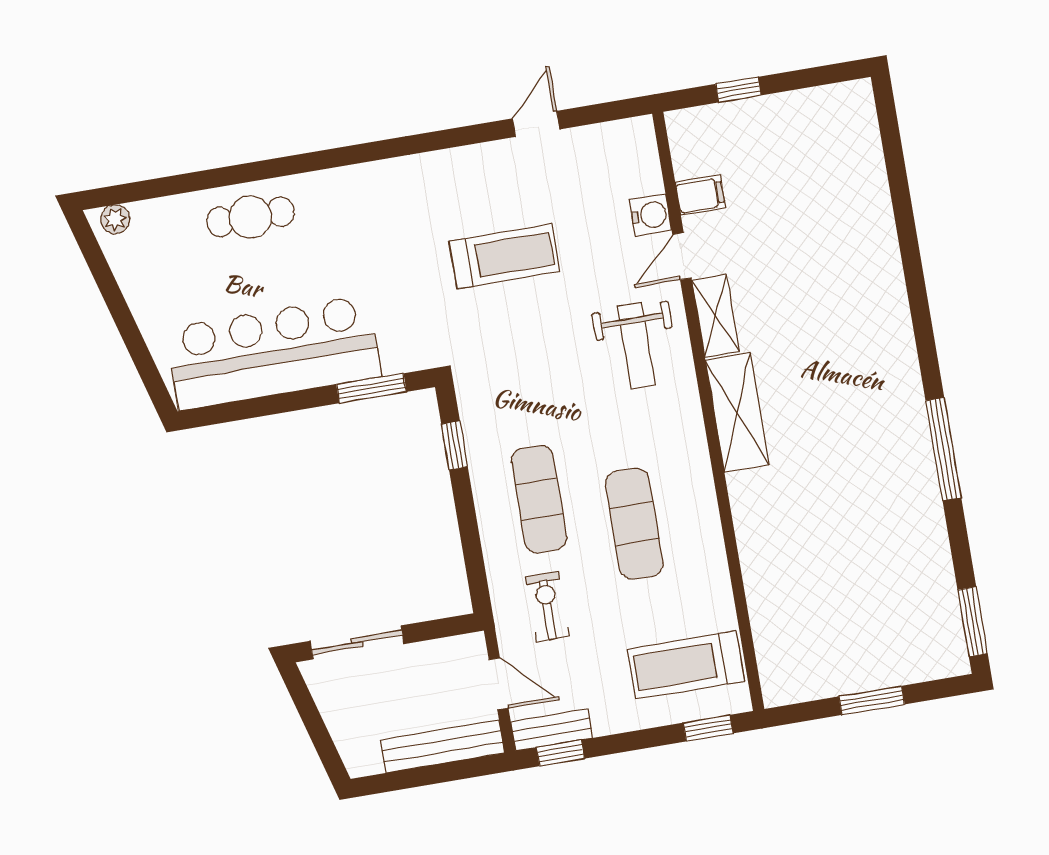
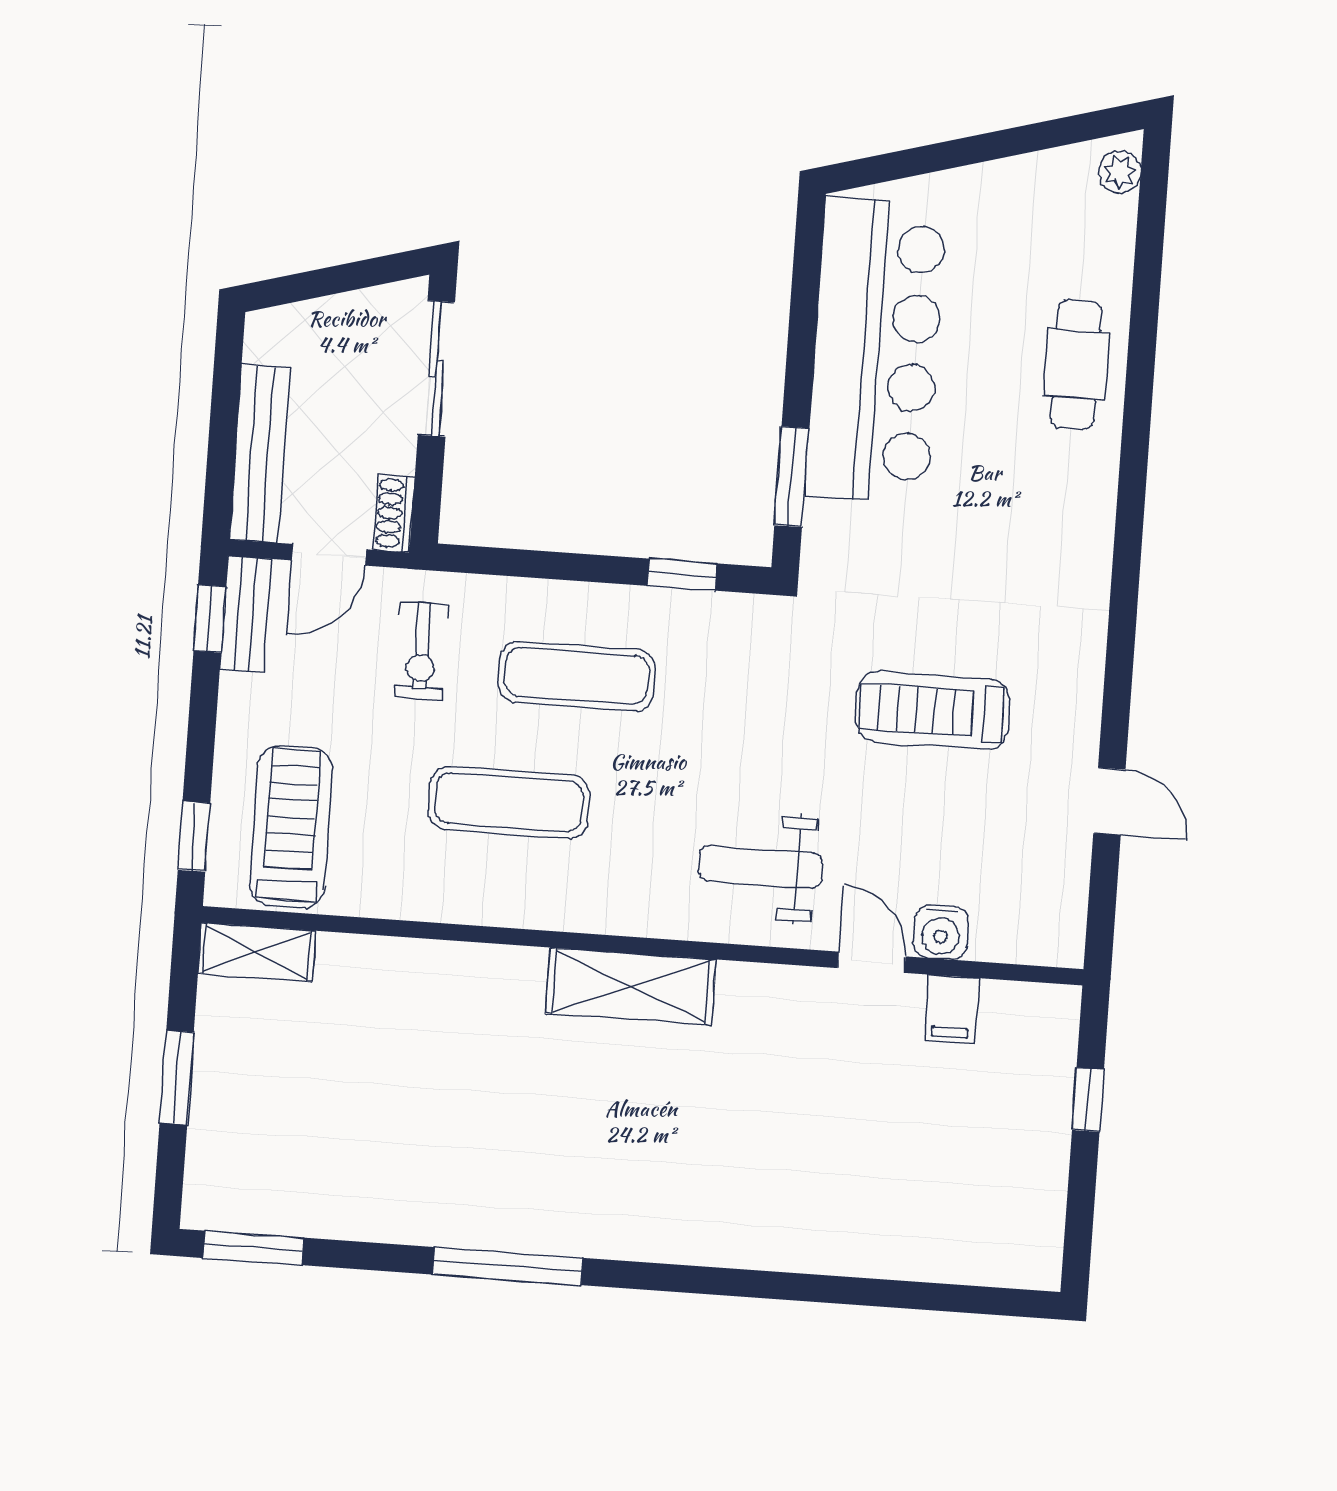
treadmill: (504, 256) -> (933, 711), turned 90
shelving: (716, 316) -> (257, 952), moved
exercise bike: (547, 607) -> (422, 651), turned 90
shoe rack: (460, 647) -> (394, 513), added

